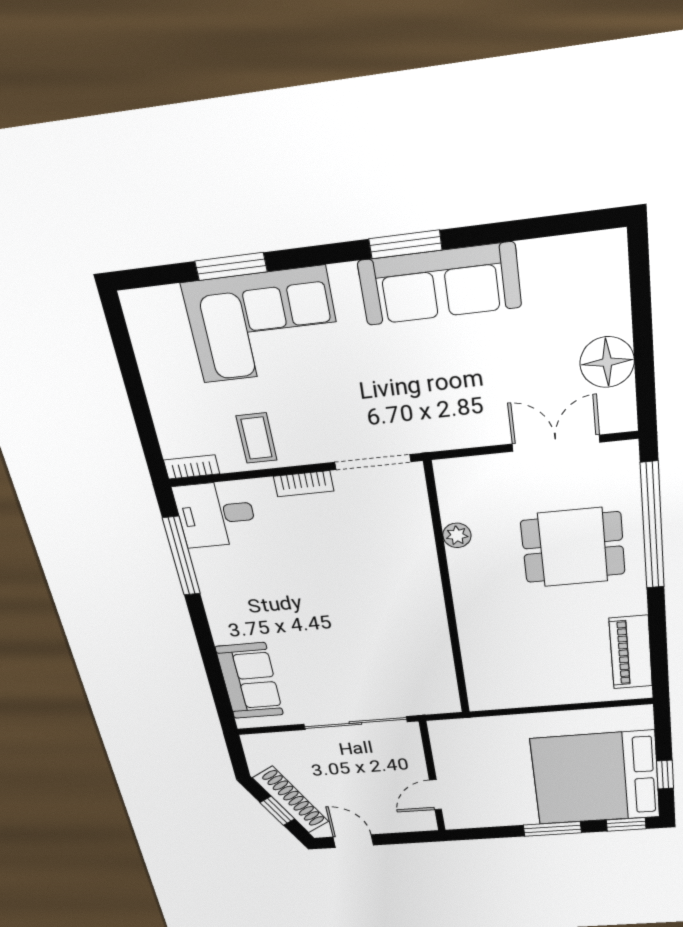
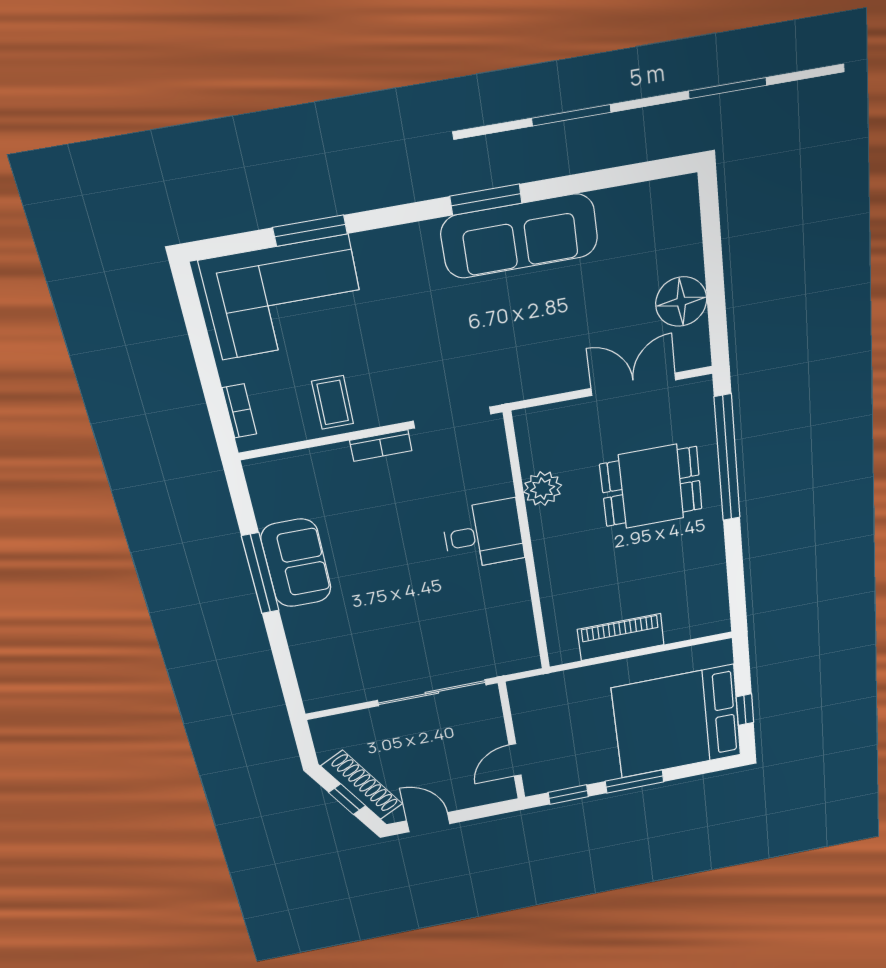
corner sofa: (263, 325) -> (284, 298), moved
bookcase: (192, 467) -> (239, 411), moved, turned 90
desk: (216, 514) -> (483, 535), moved, turned 180
plant: (457, 535) -> (543, 489), width x1.38, depth x1.38
window: (182, 556) -> (260, 574), moved
piano: (631, 652) -> (621, 637), moved, turned 90
sofa: (250, 681) -> (296, 563), moved
window: (626, 824) -> (568, 795), moved

